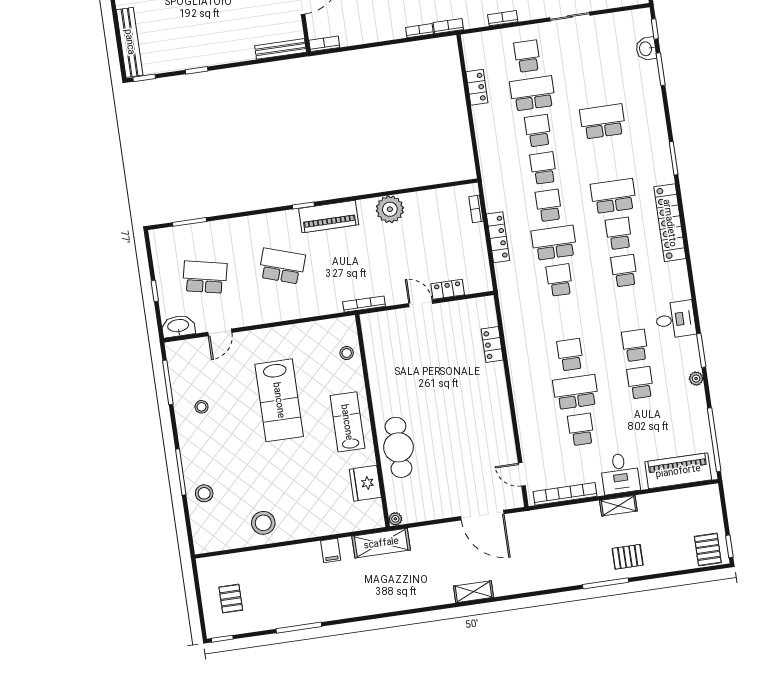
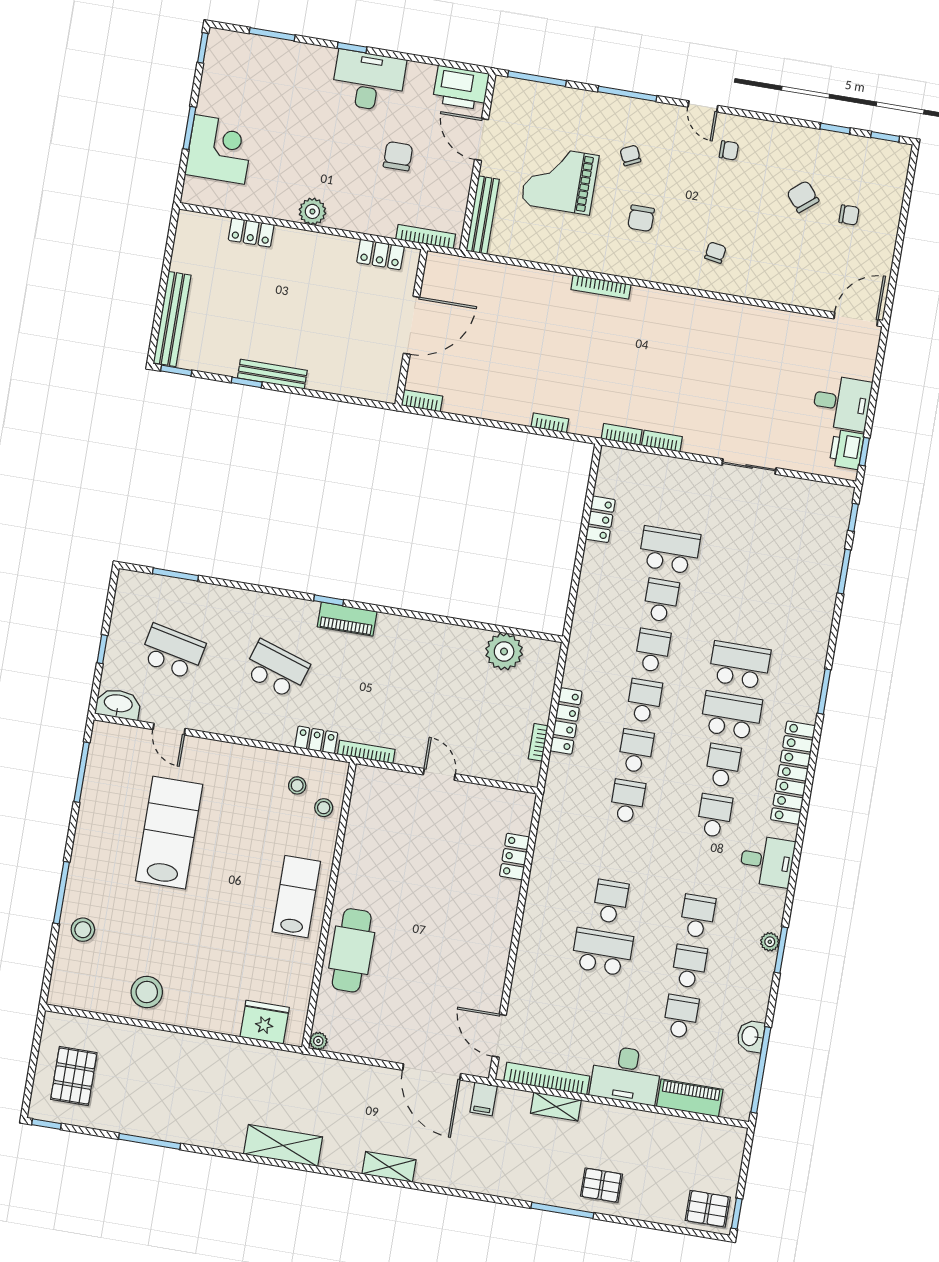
bookcase: (448, 26) -> (622, 434), moved
bench: (281, 49) -> (272, 374), moved
washbasin: (646, 49) -> (751, 1036), moved
school desk: (527, 56) -> (678, 500), removed
school desk: (603, 121) -> (740, 665), moved
plant: (390, 209) -> (504, 652), moved
bookcase: (476, 209) -> (538, 742), moved
piano: (329, 217) -> (347, 619), width x0.73, depth x0.75
school desk: (554, 243) -> (636, 751), width x0.54
locker: (448, 289) -> (316, 740), moved
desk: (676, 319) -> (767, 861), moved
door: (220, 332) -> (169, 729), hinge flipped
plant: (696, 379) -> (770, 942), moved
lab bench: (279, 400) -> (169, 833), moved, turned 180
stool: (202, 407) -> (297, 785), moved
school desk: (581, 429) -> (681, 1017), moved
piano: (678, 471) -> (690, 1098), width x0.73, depth x0.75
desk: (620, 473) -> (626, 1075), width x1.37
door: (522, 474) -> (499, 1036), width x1.38
fridge: (365, 483) -> (265, 1022), moved, turned 90
shelving: (618, 506) -> (556, 1107), moved
shelving: (381, 543) -> (283, 1146), moved
pallet: (708, 549) -> (708, 1209), turned 90
filing cabinet: (331, 550) -> (484, 1099), moved
pallet: (231, 599) -> (74, 1076), width x1.50, depth x1.42

